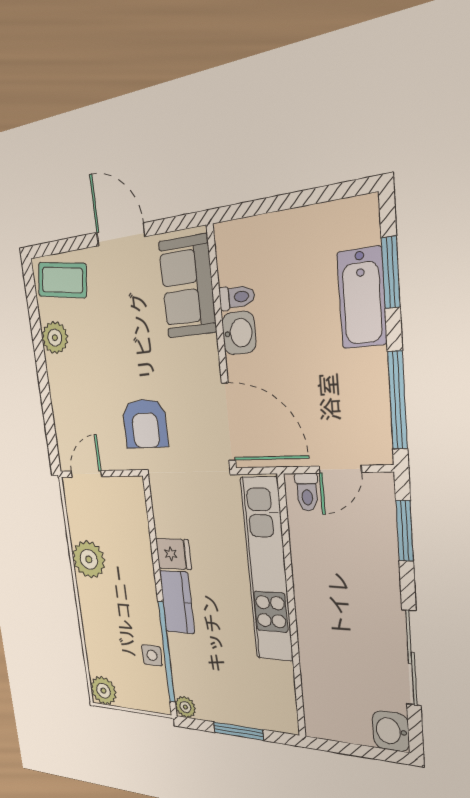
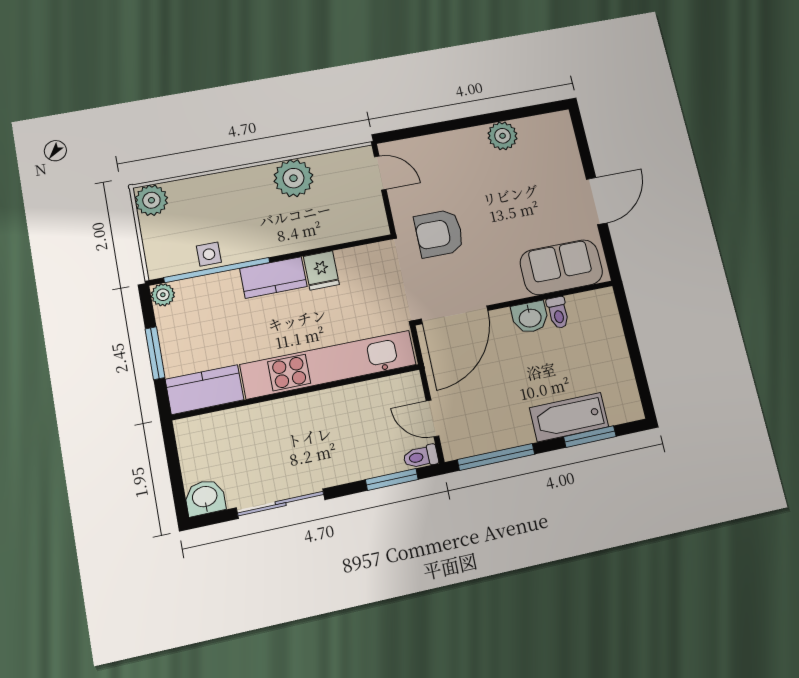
coffee table: (62, 280) -> (554, 143), removed
toilet: (307, 492) -> (421, 457), moved
kitchen counter: (278, 698) -> (205, 390), added

